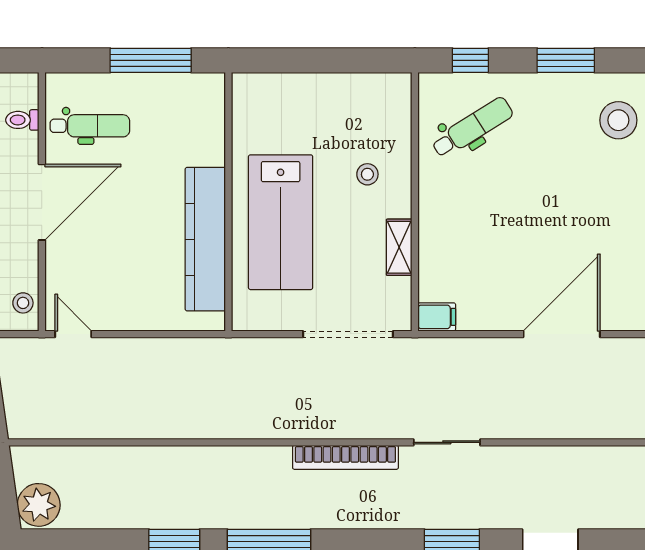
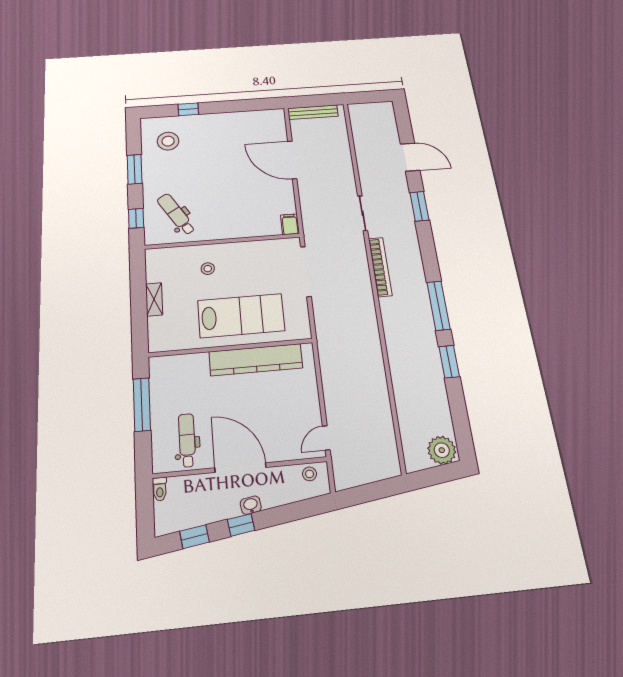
toilet: (22, 120) -> (160, 489), moved
shelving: (399, 247) -> (154, 299), moved, turned 90

